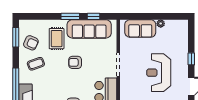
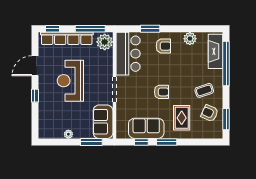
window: (140, 16) -> (91, 142), added
sofa: (140, 28) -> (103, 122), moved, turned -90
sofa: (89, 29) -> (146, 128), width x0.73
reception desk: (159, 73) -> (70, 81), turned 180

